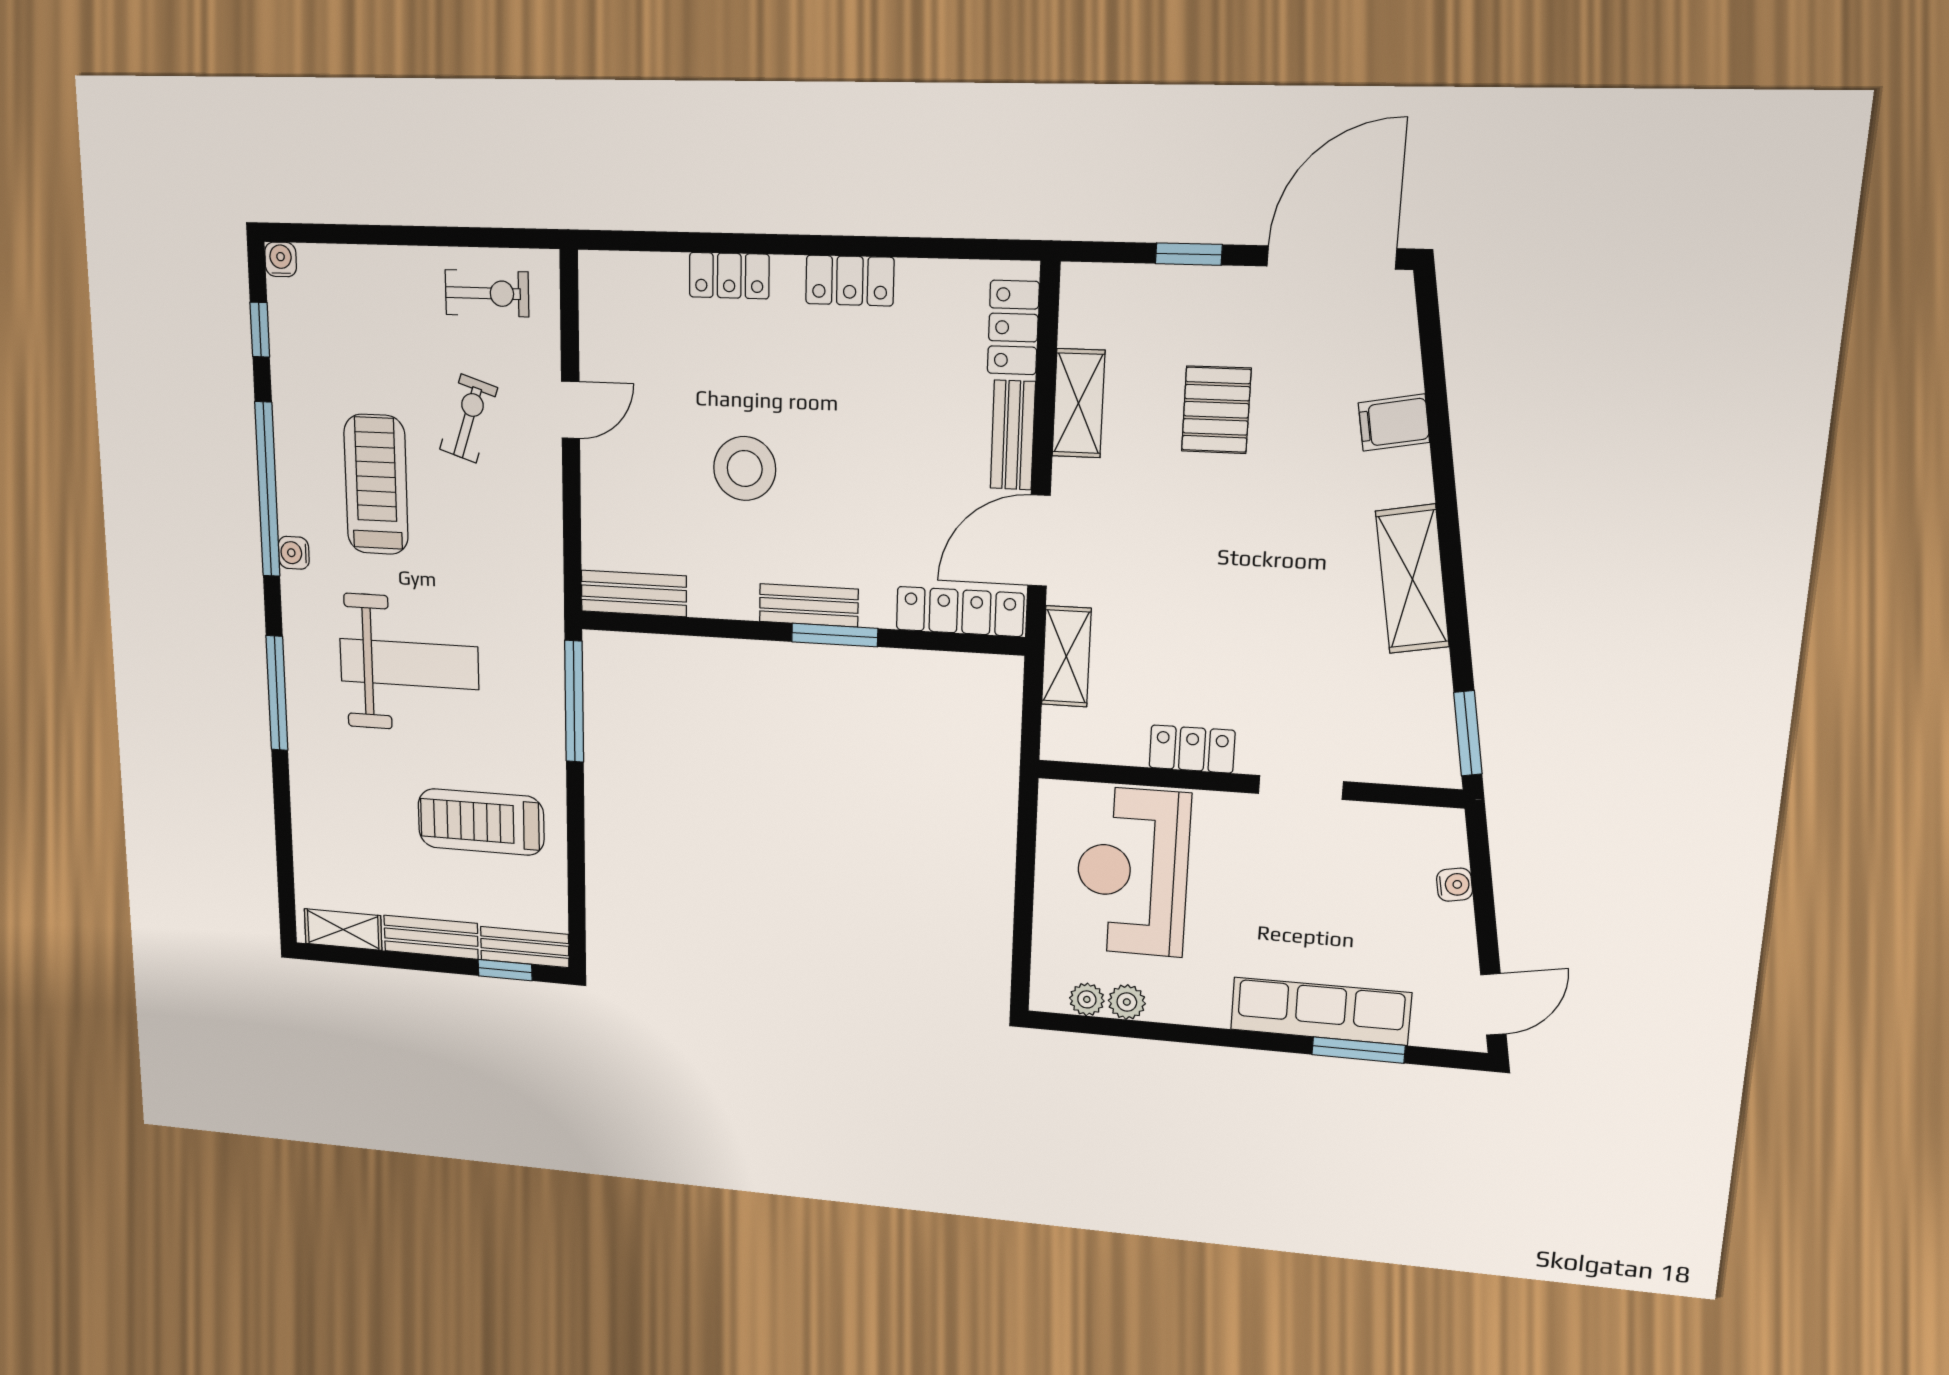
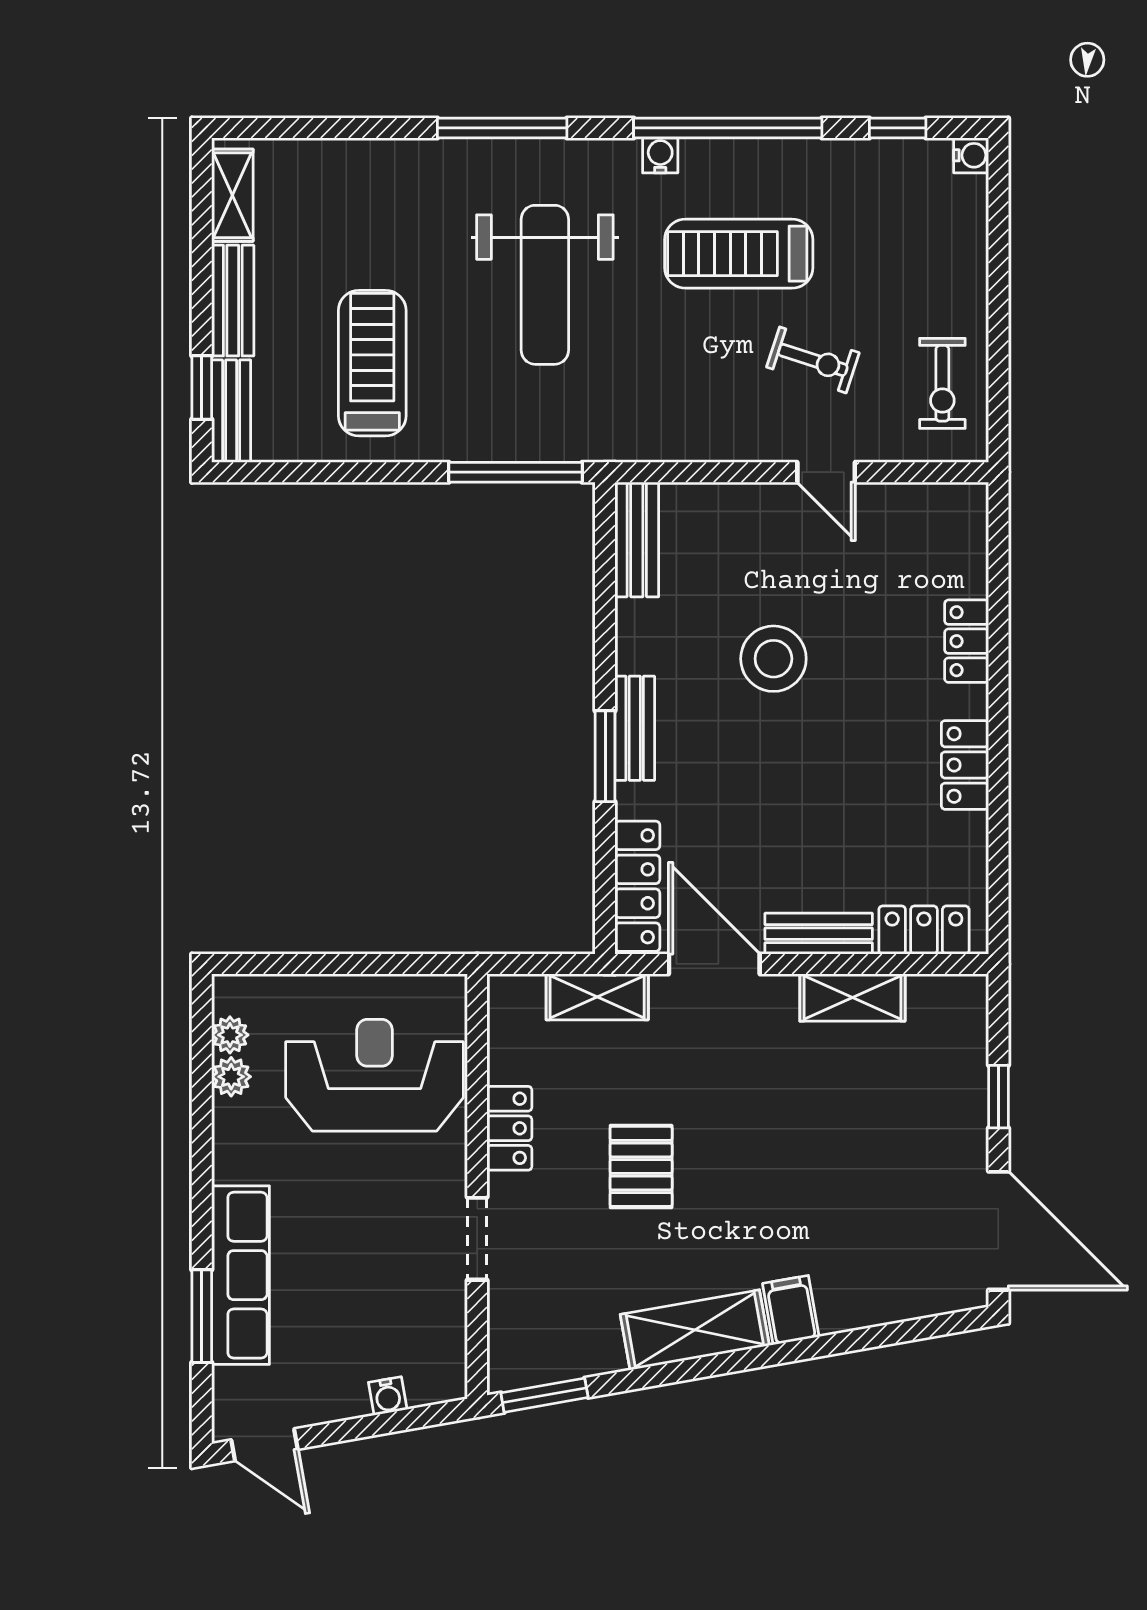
pallet: (1216, 410) -> (641, 1166), moved, turned 90
filing cabinet: (1394, 423) -> (791, 1310), moved
treadmill: (376, 485) -> (739, 254), turned 180

